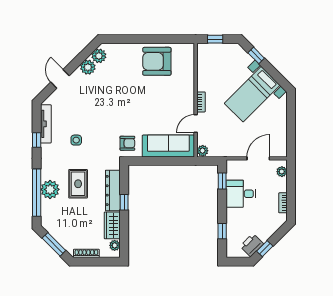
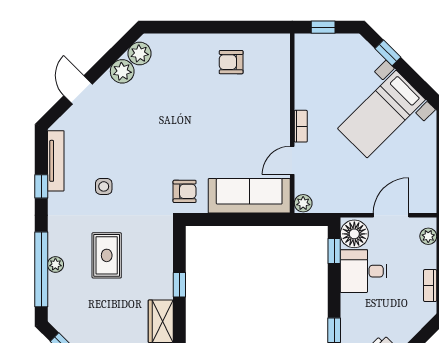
armchair: (157, 61) -> (231, 62), width x0.53, depth x0.53
floor lamp: (235, 170) -> (354, 234), added
plant: (50, 189) -> (55, 264), width x0.53, depth x0.53
dresser: (113, 190) -> (162, 266), removed

